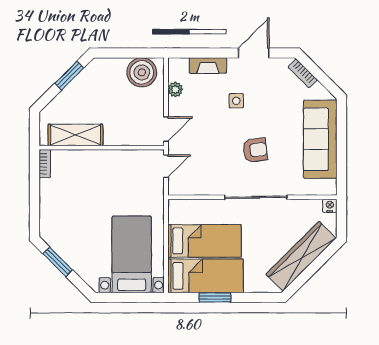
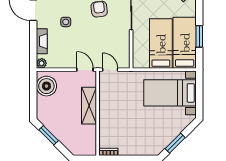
plant: (175, 89) -> (42, 63), moved
shelving: (75, 135) -> (89, 106), moved

